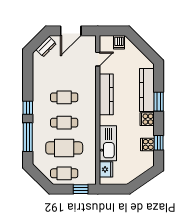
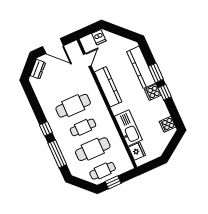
door: (71, 31) -> (53, 46), hinge flipped
cafe table: (64, 97) -> (73, 106), width x1.37, depth x1.35
window: (159, 143) -> (165, 92), moved
cooker: (147, 144) -> (167, 124), moved
window: (81, 189) -> (113, 182), moved

